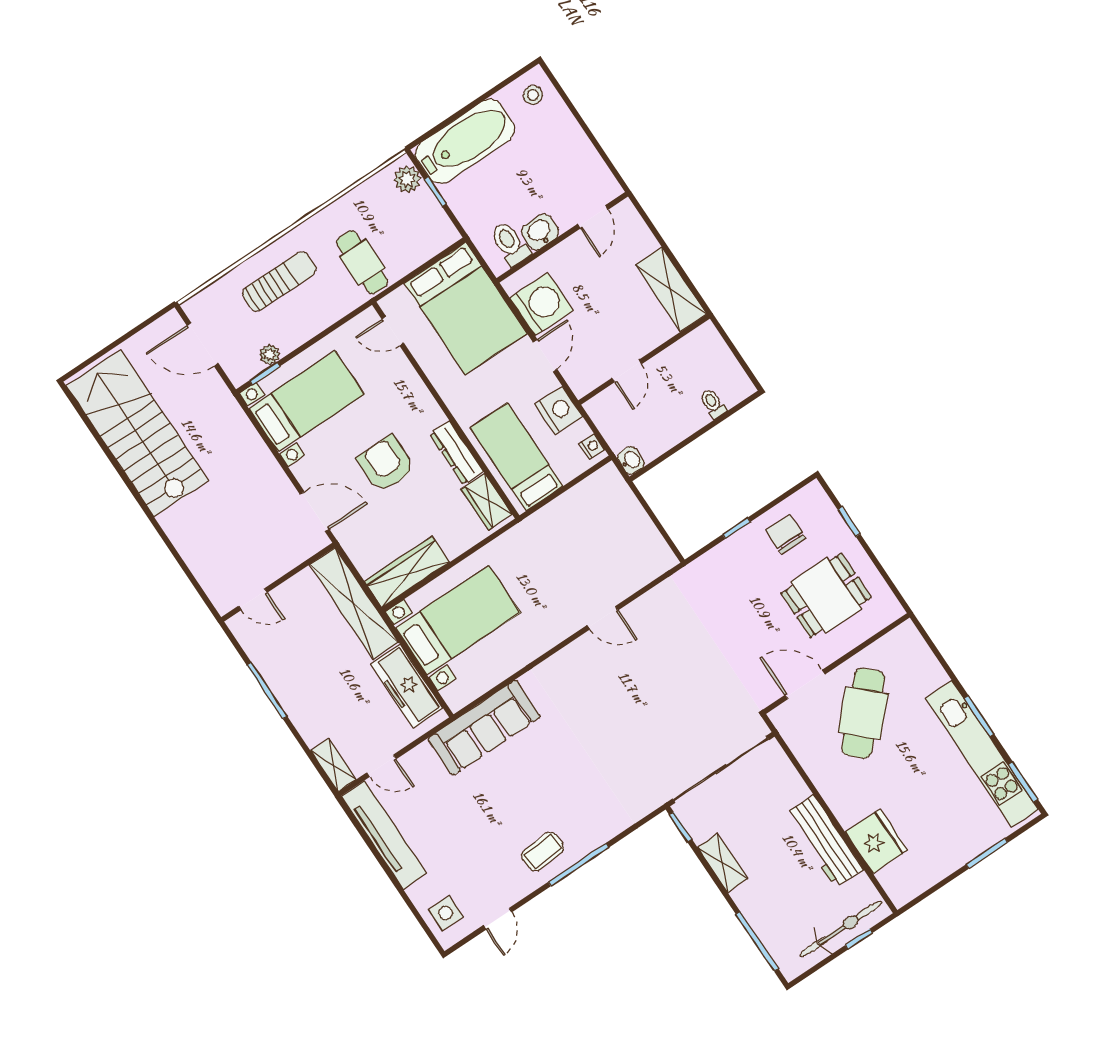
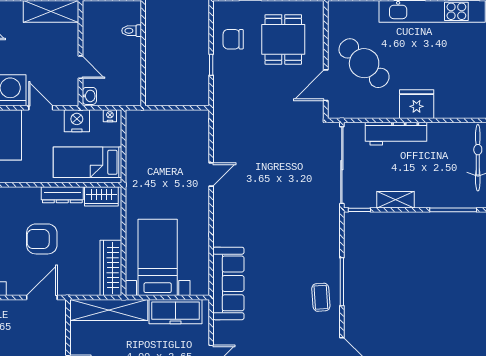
washbasin: (631, 460) -> (89, 96), moved, turned 90
workbench: (825, 841) -> (396, 134), moved
fridge: (877, 841) -> (417, 104), moved

